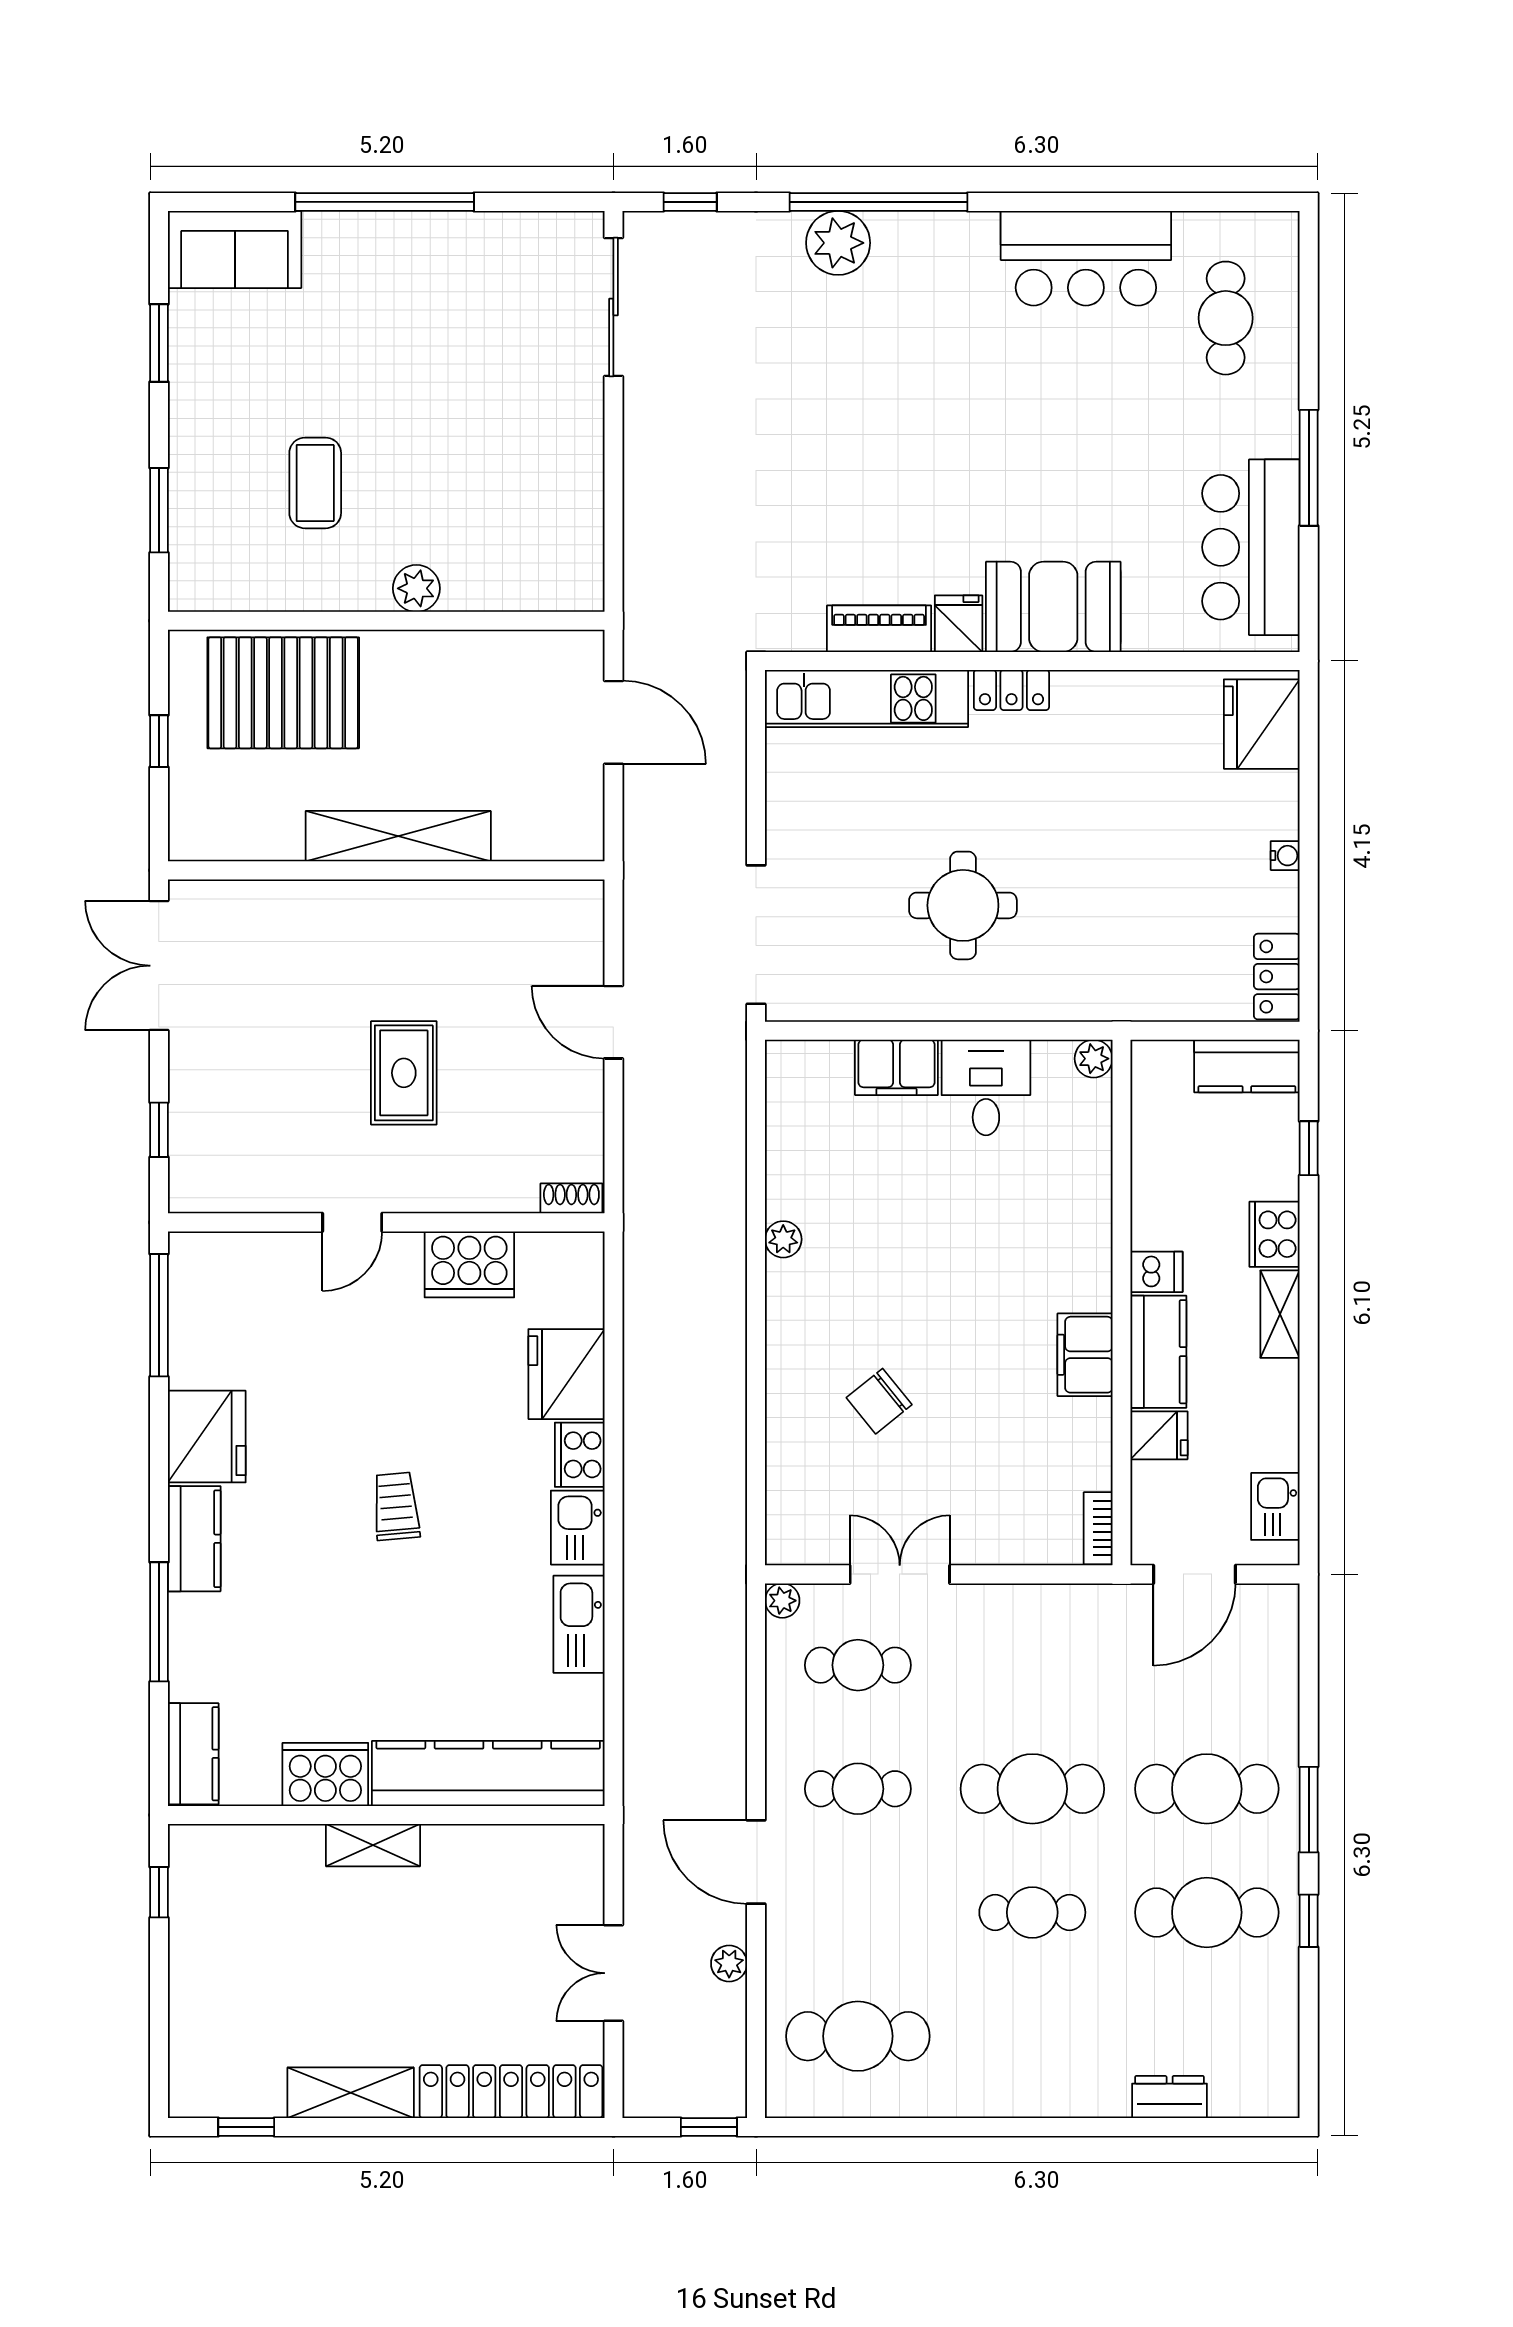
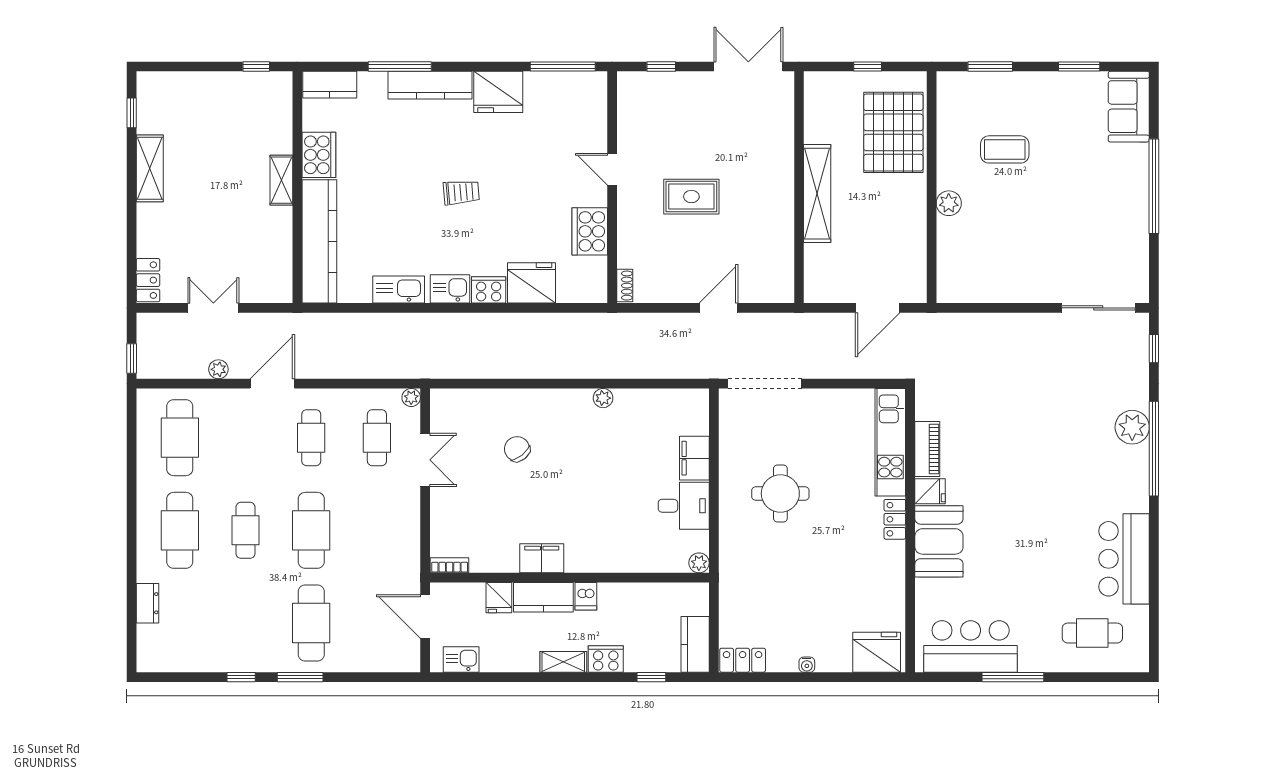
kitchen counter: (194, 1539) -> (430, 85), width x1.50
cafe table: (1207, 1912) -> (180, 530), moved
locker: (511, 2092) -> (148, 280), width x0.46, depth x0.83

